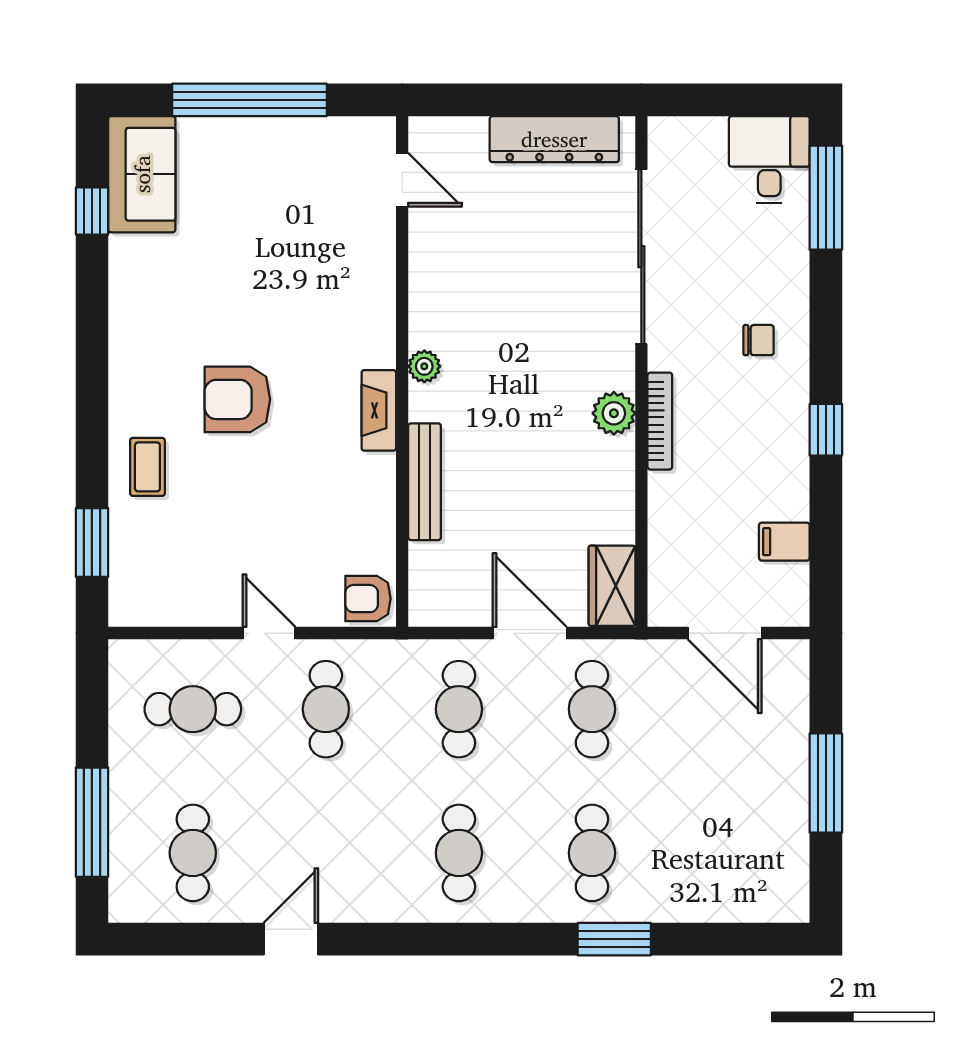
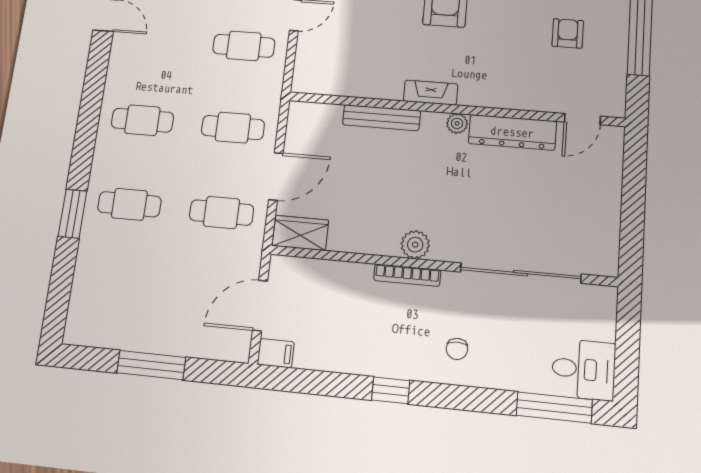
dresser: (554, 139) -> (512, 132), moved, turned -90
filing cabinet: (784, 542) -> (276, 353), moved, turned 90
armchair: (368, 599) -> (568, 33), moved

